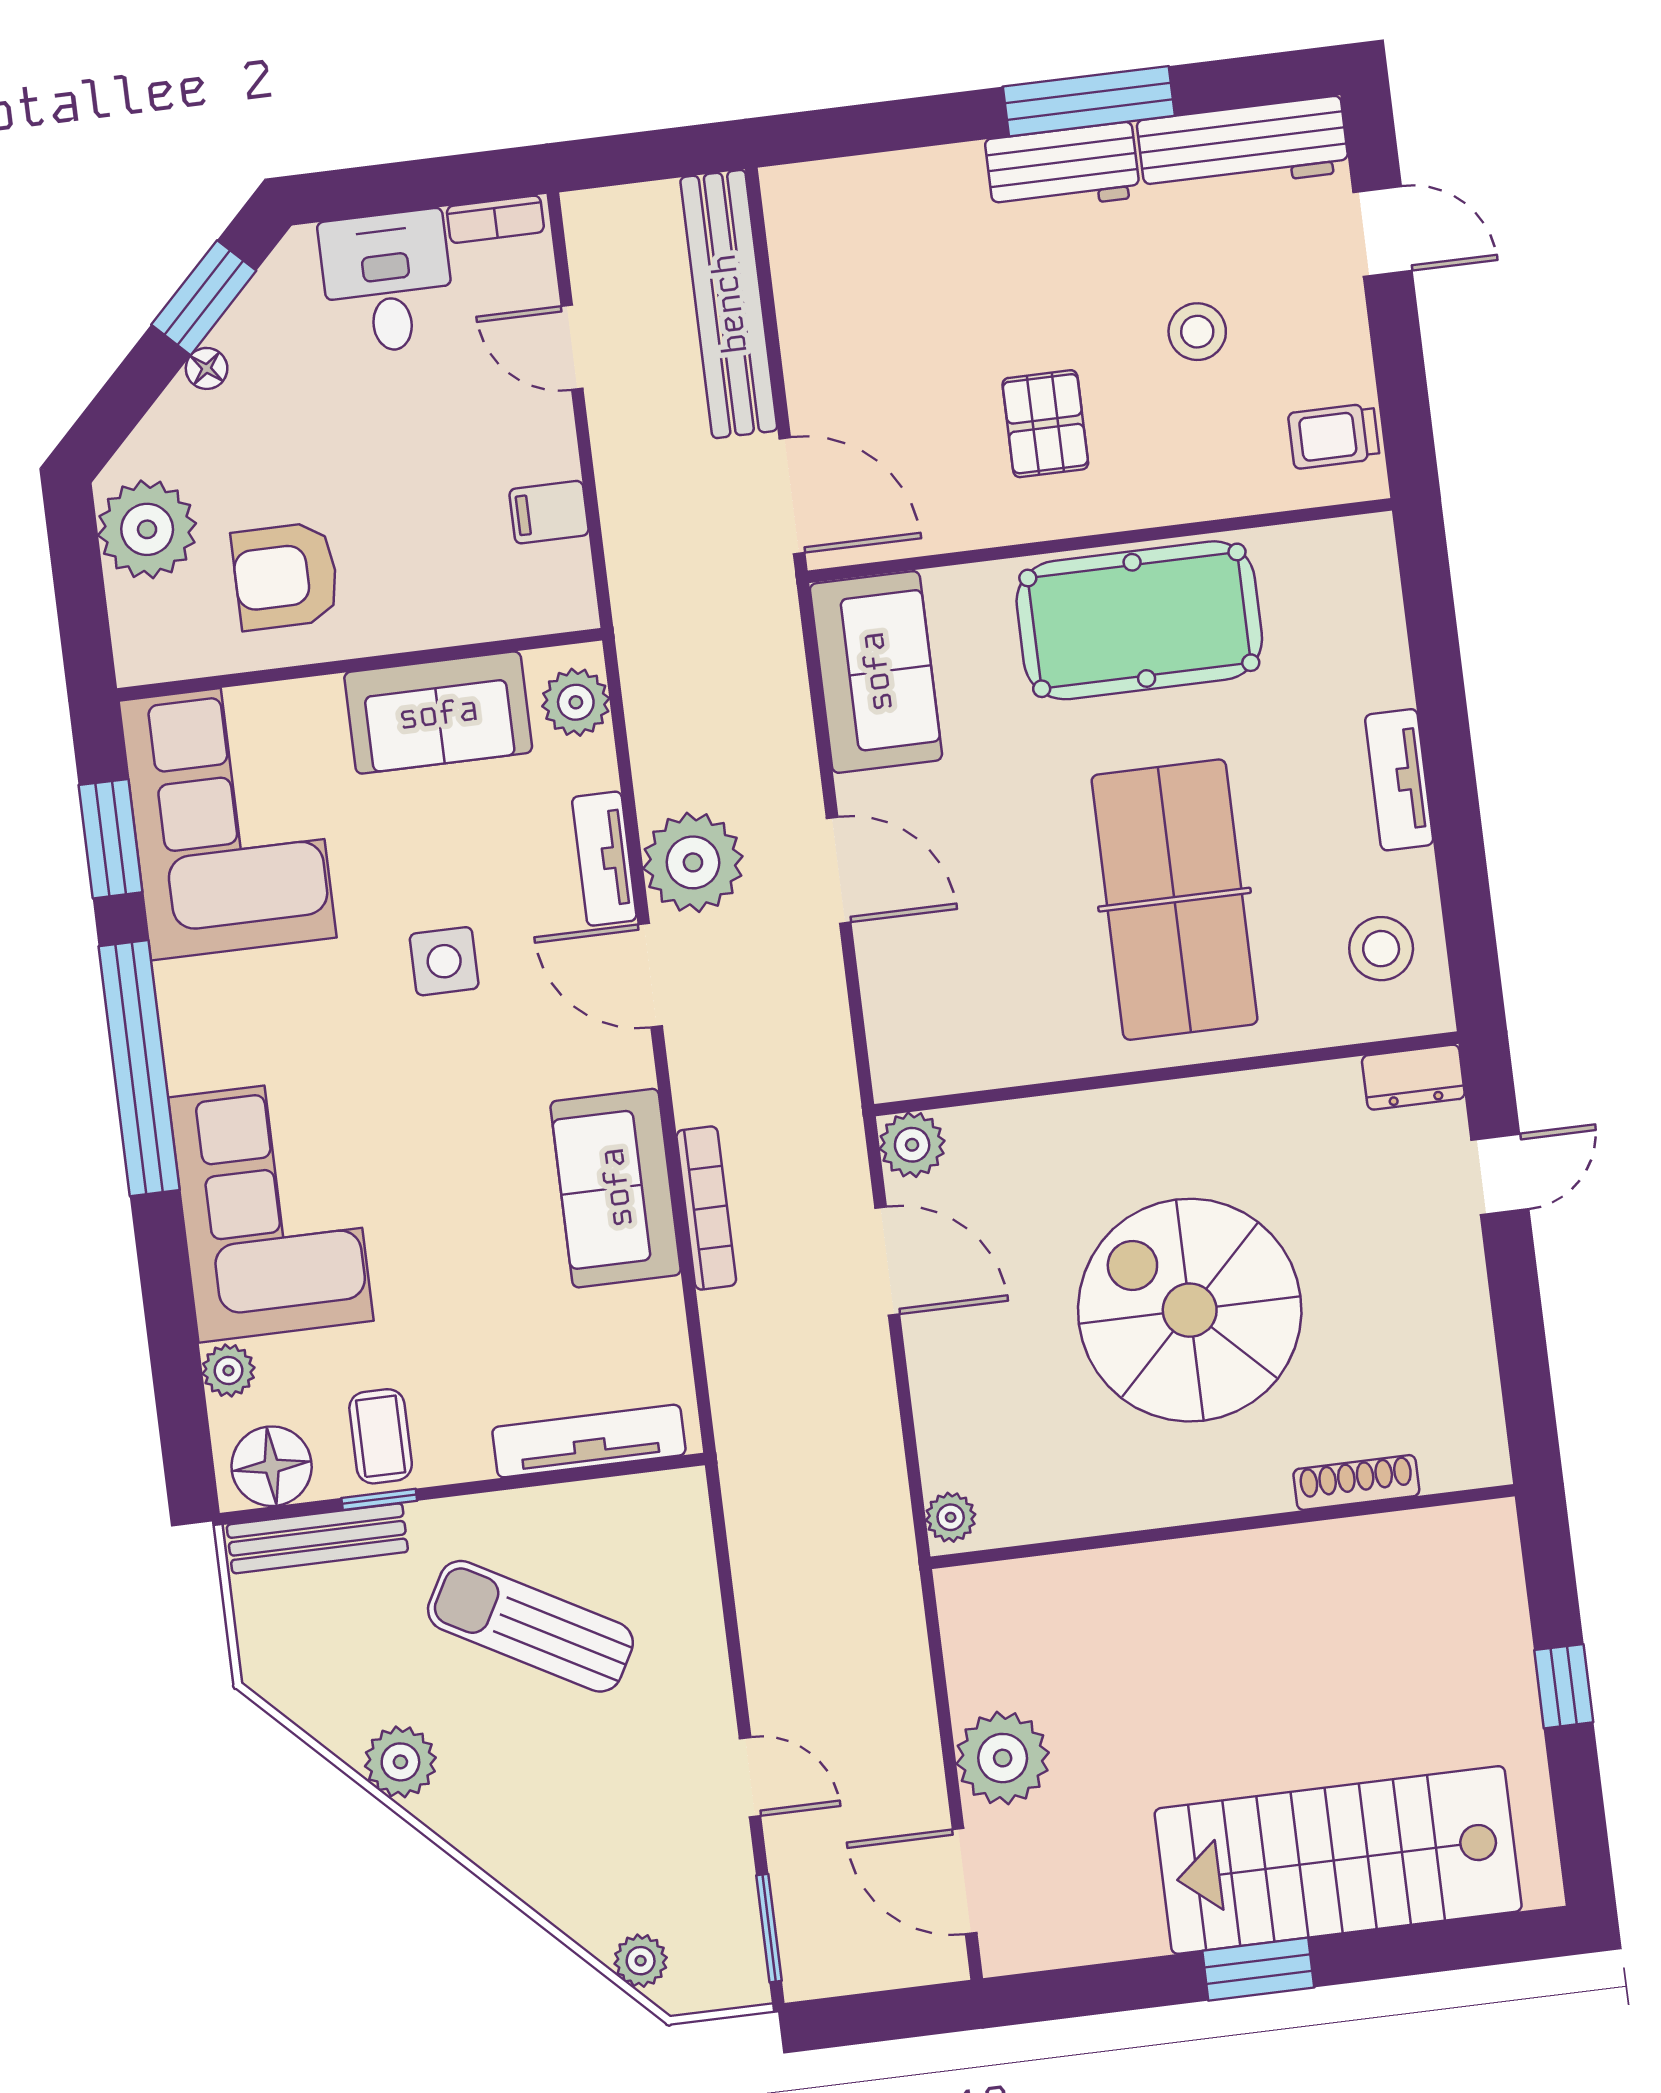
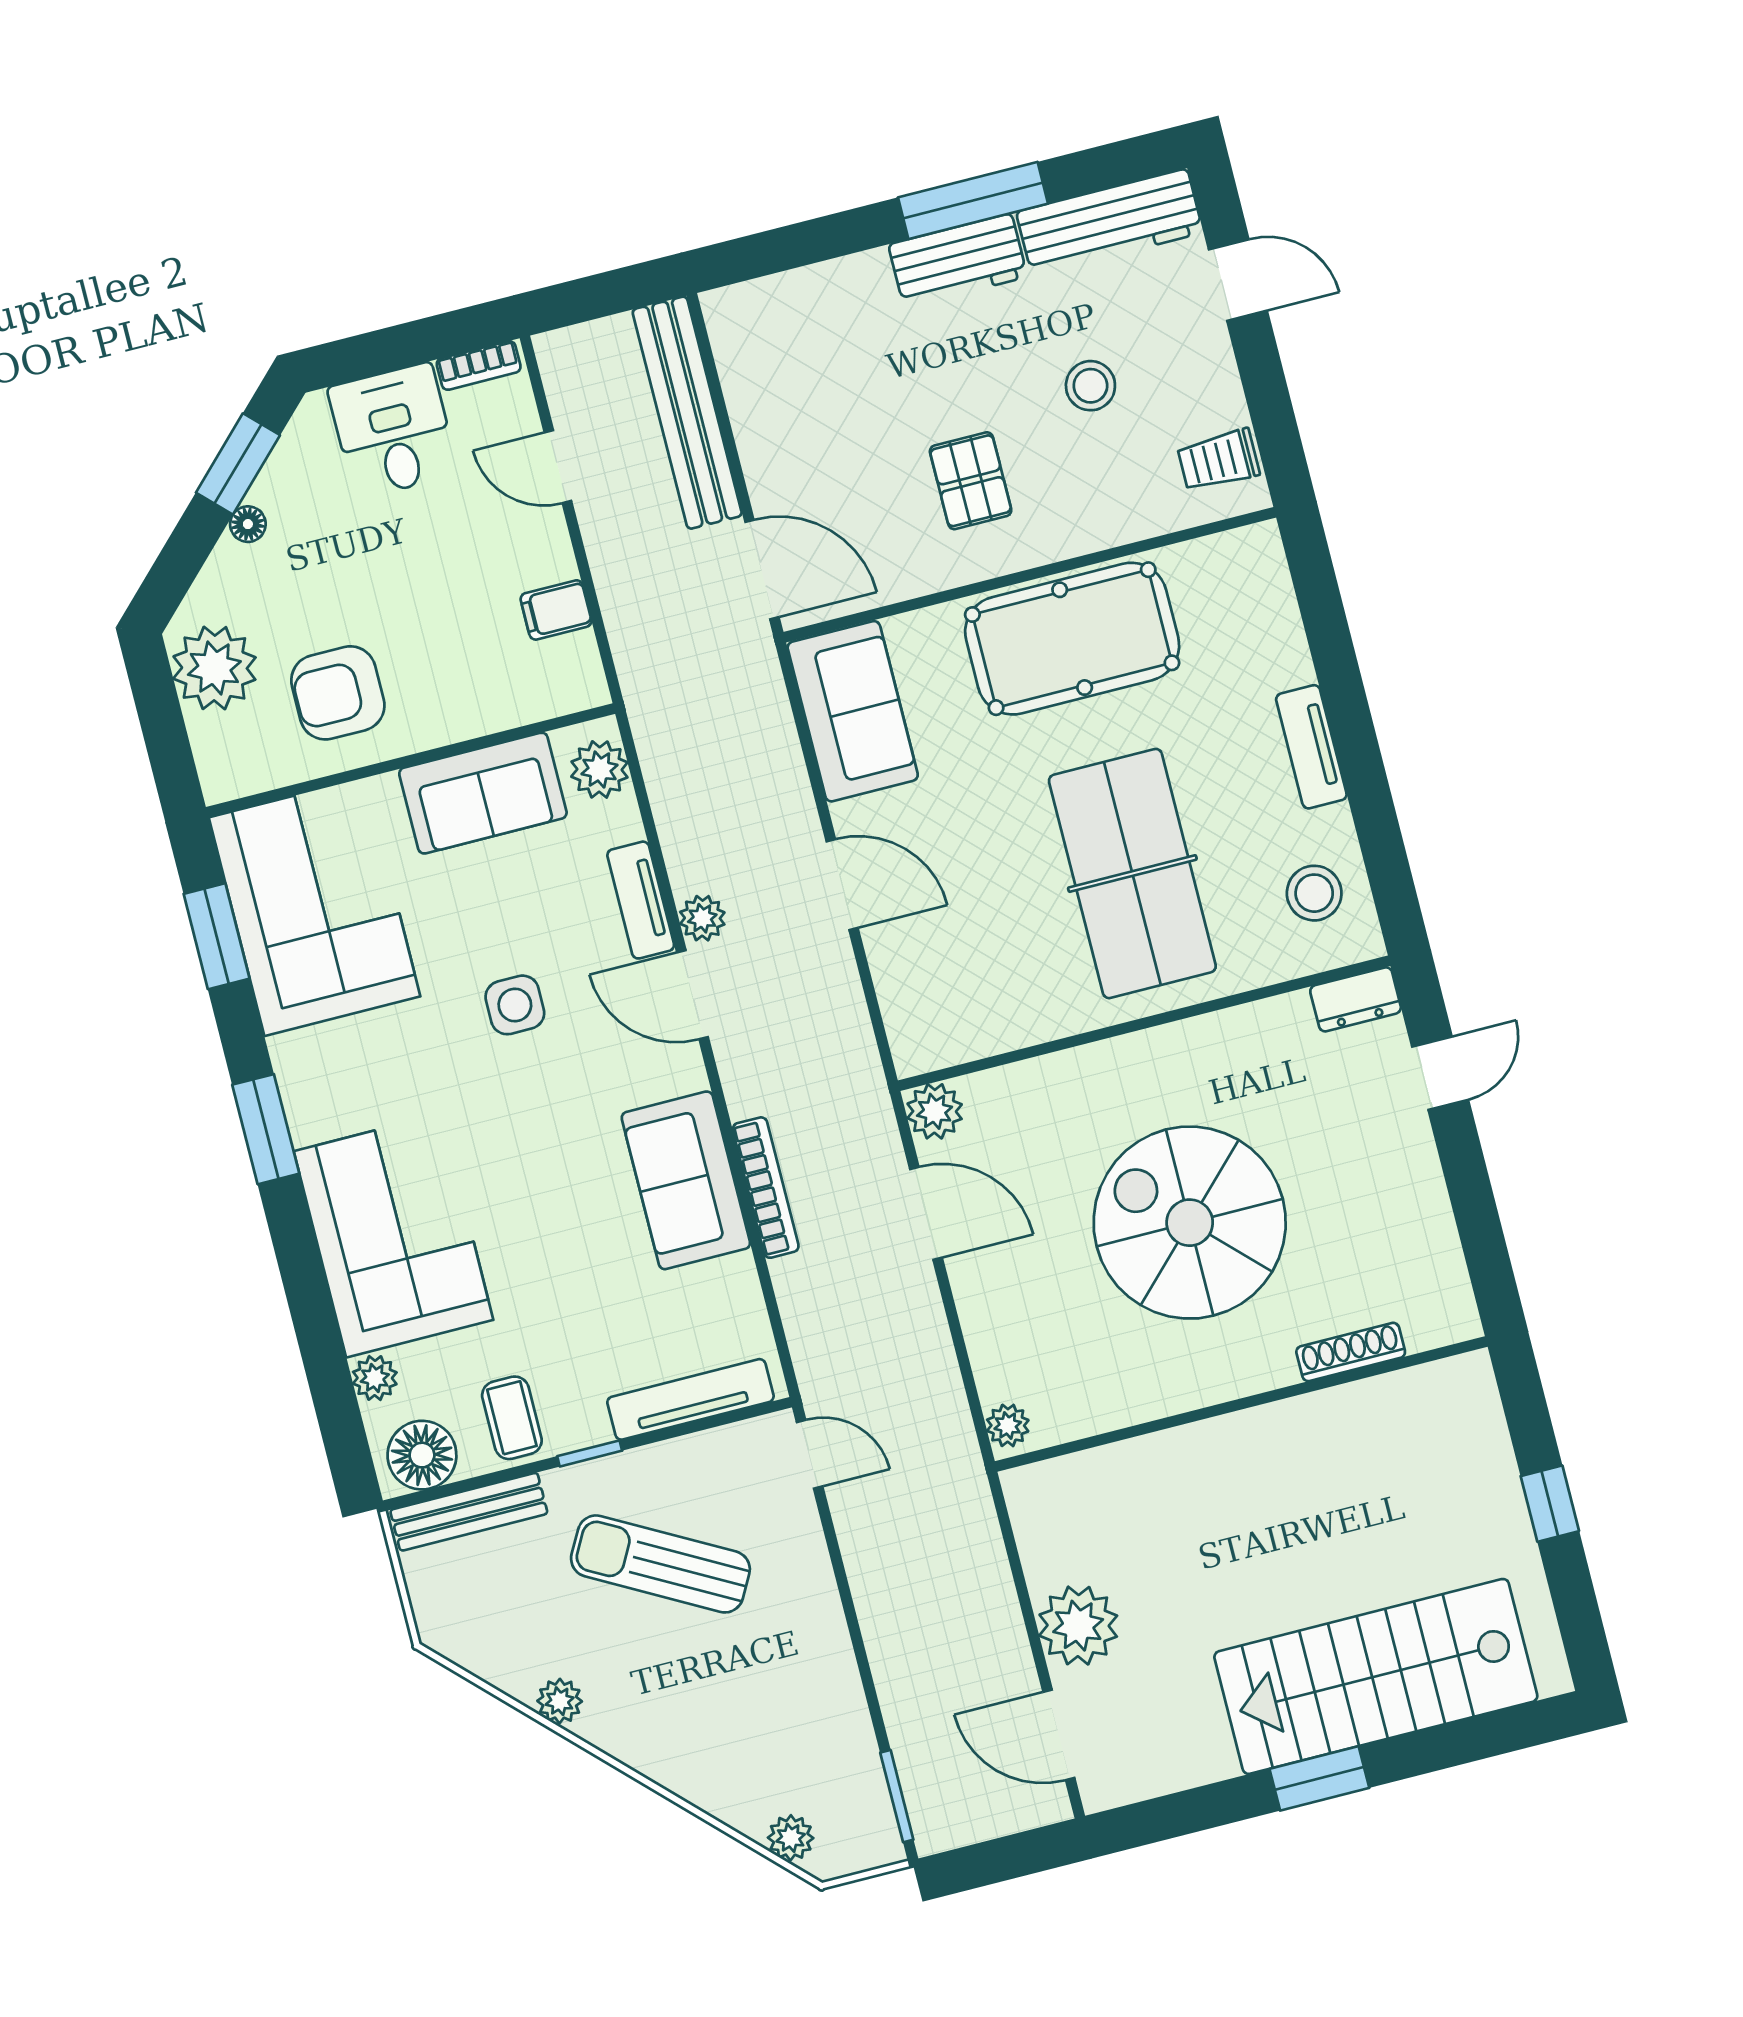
plant: (693, 862) -> (702, 918), width x0.53, depth x0.53
window: (139, 1068) -> (266, 1129), width x0.47
window: (379, 1499) -> (590, 1453), moved
plant: (400, 1762) -> (560, 1701), width x0.73, depth x0.73
door: (750, 1777) -> (810, 1454), moved

